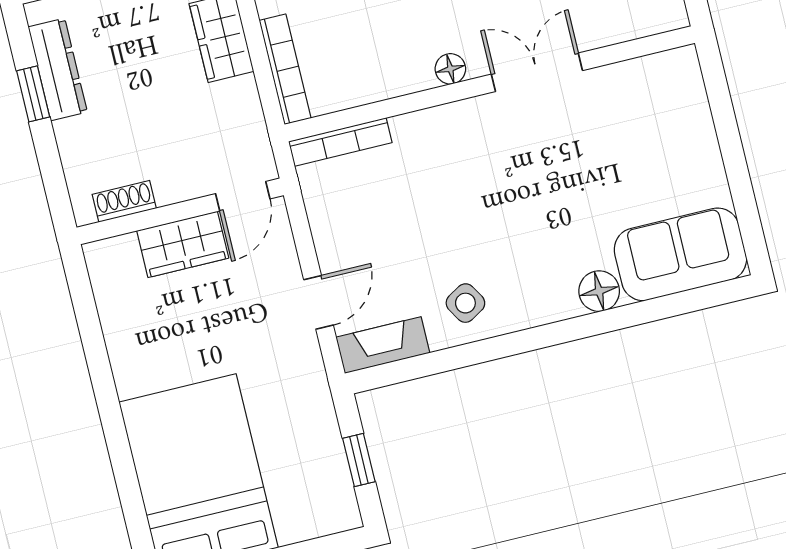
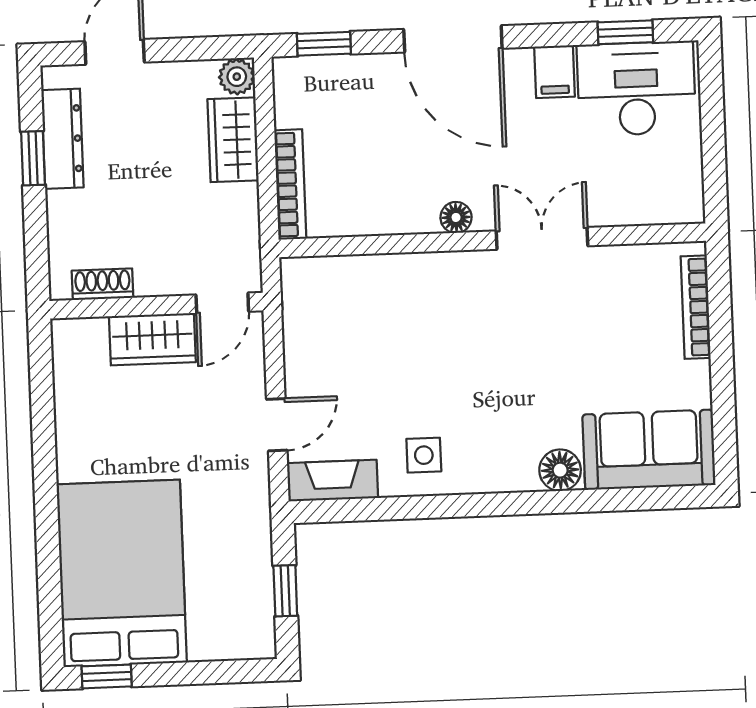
bookcase: (340, 142) -> (696, 307), moved, turned 90
side table: (465, 303) -> (424, 455), turned 31

